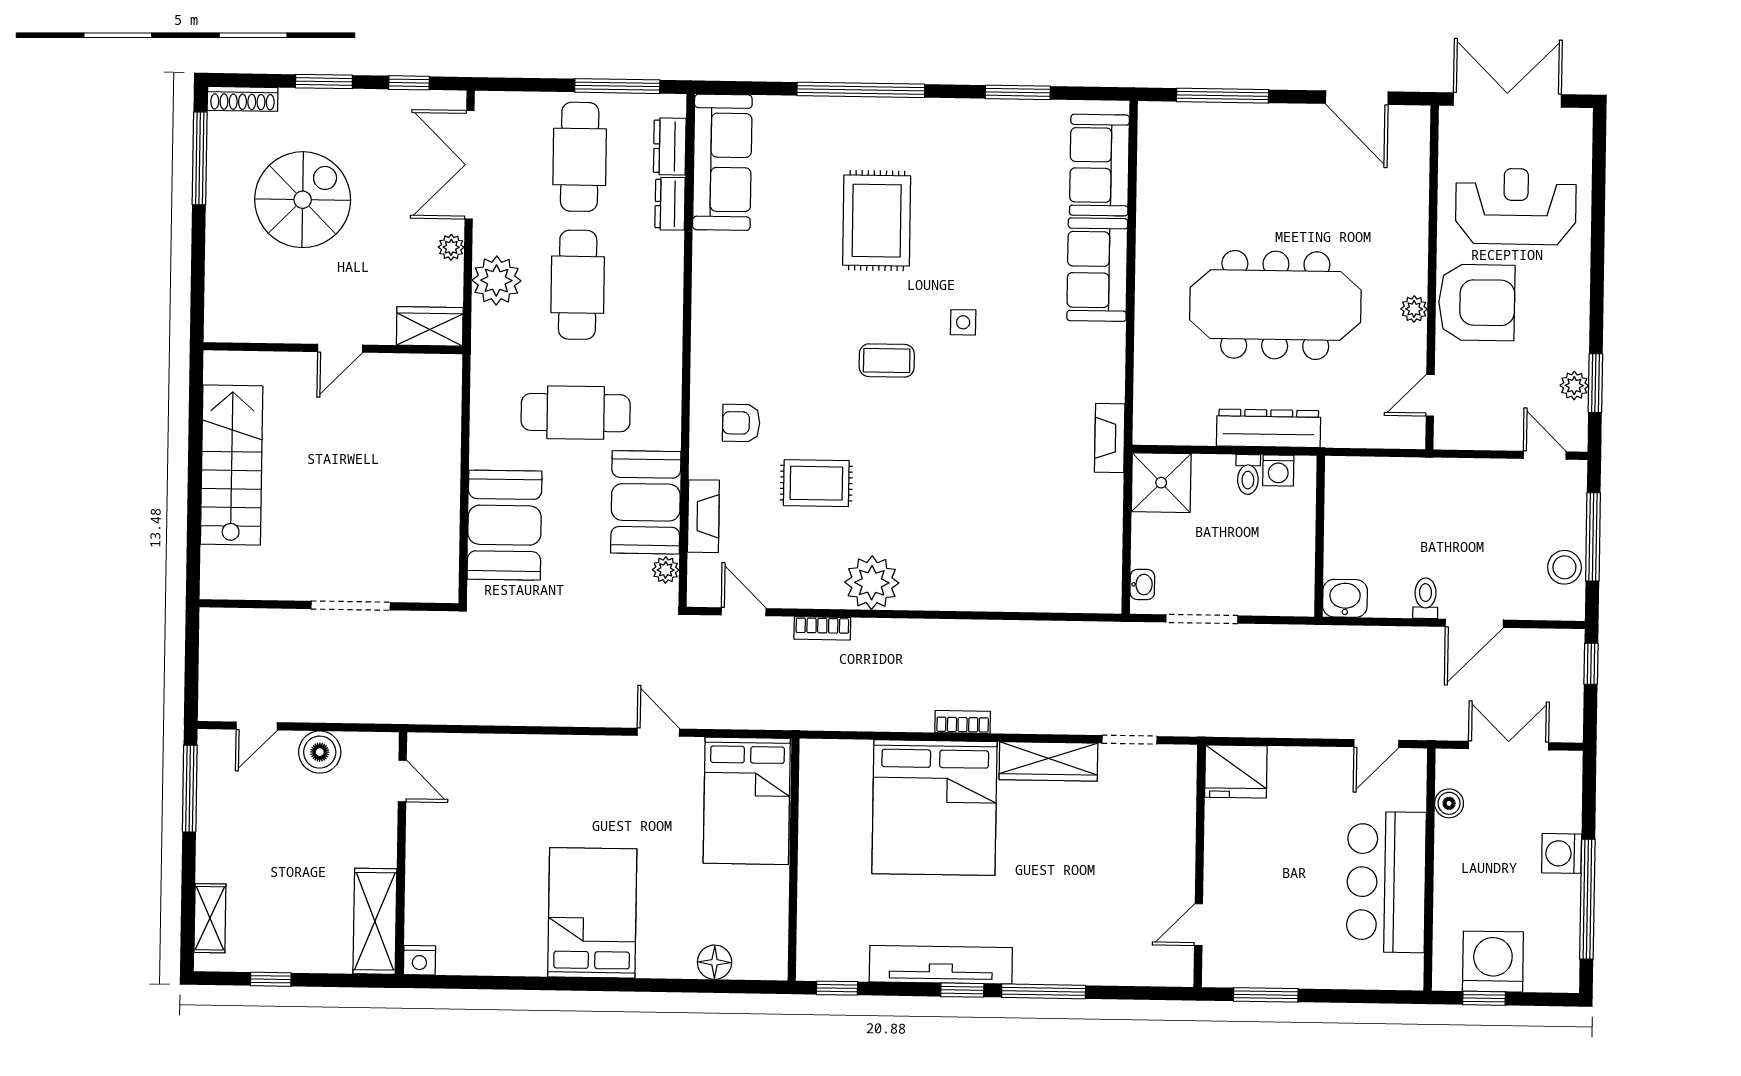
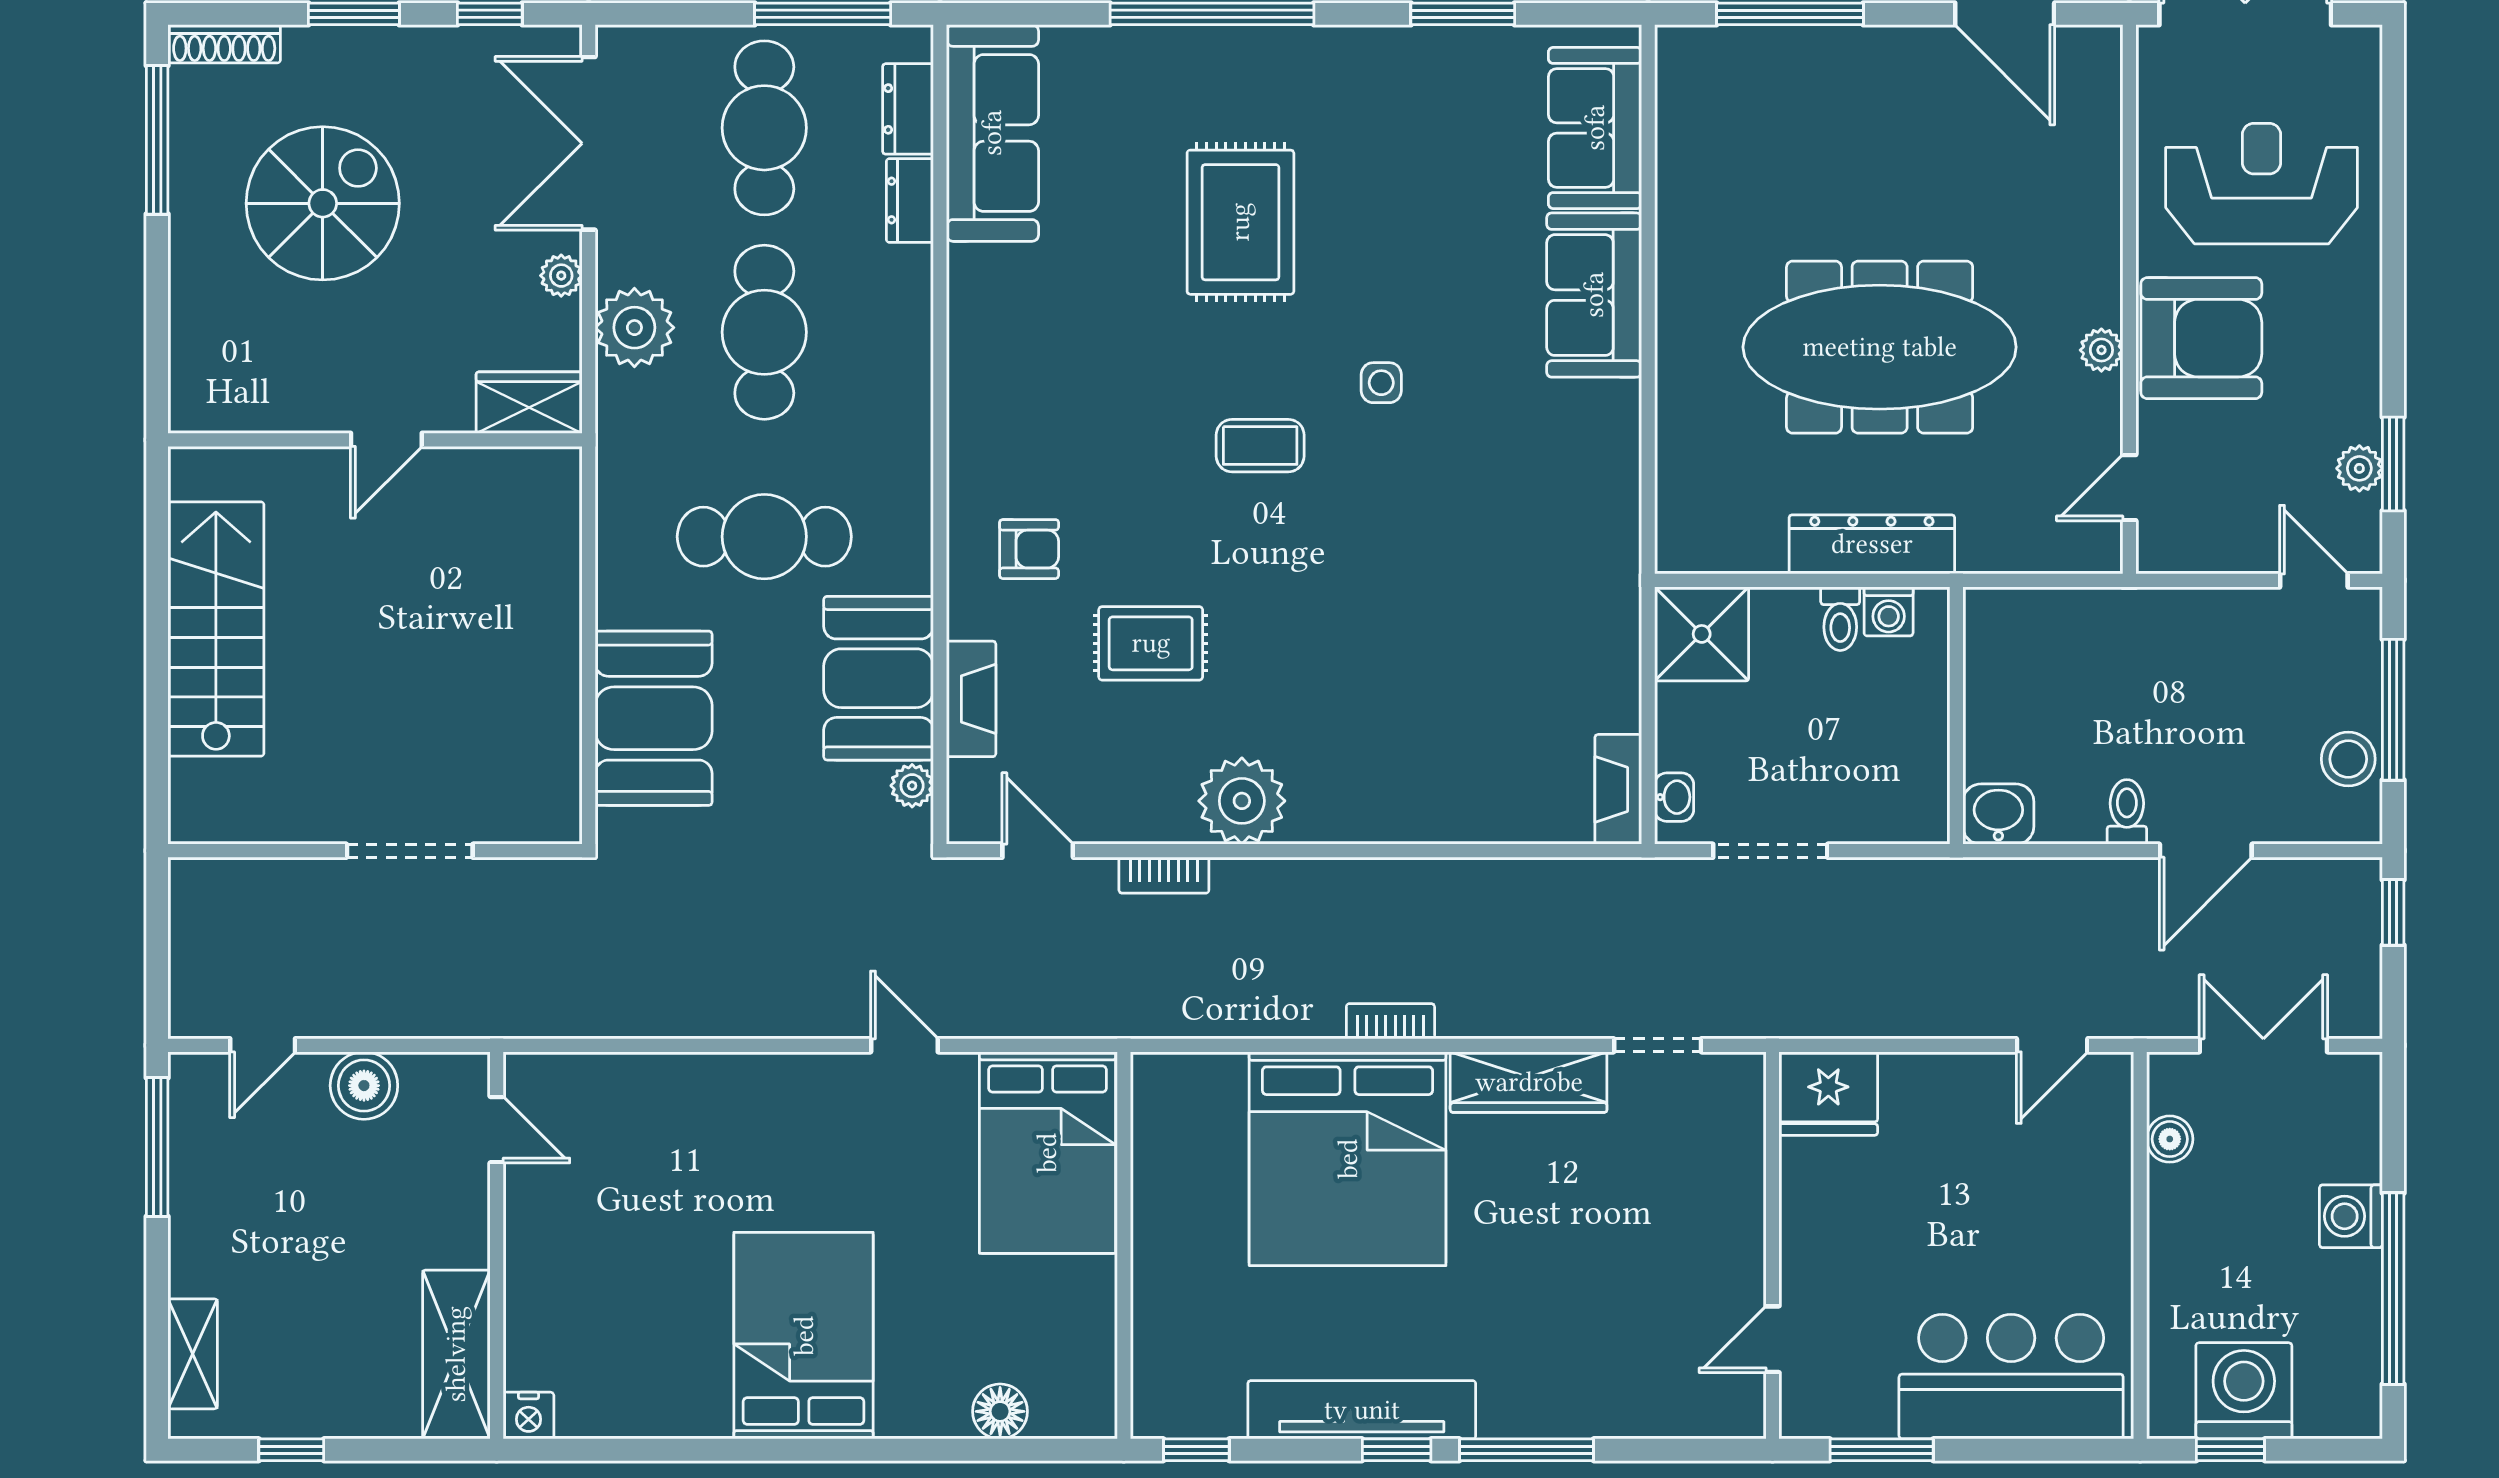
armchair: (741, 423) -> (1029, 549), turned 180
fireplace: (1110, 438) -> (1618, 789), moved
bar counter: (1386, 882) -> (2011, 1377), moved, turned 90

